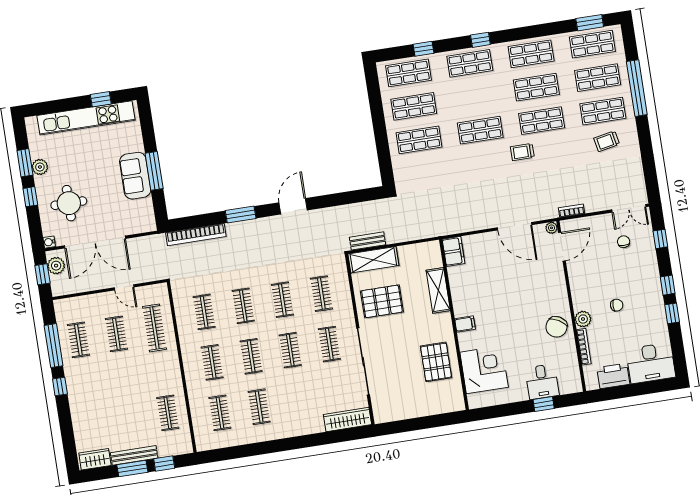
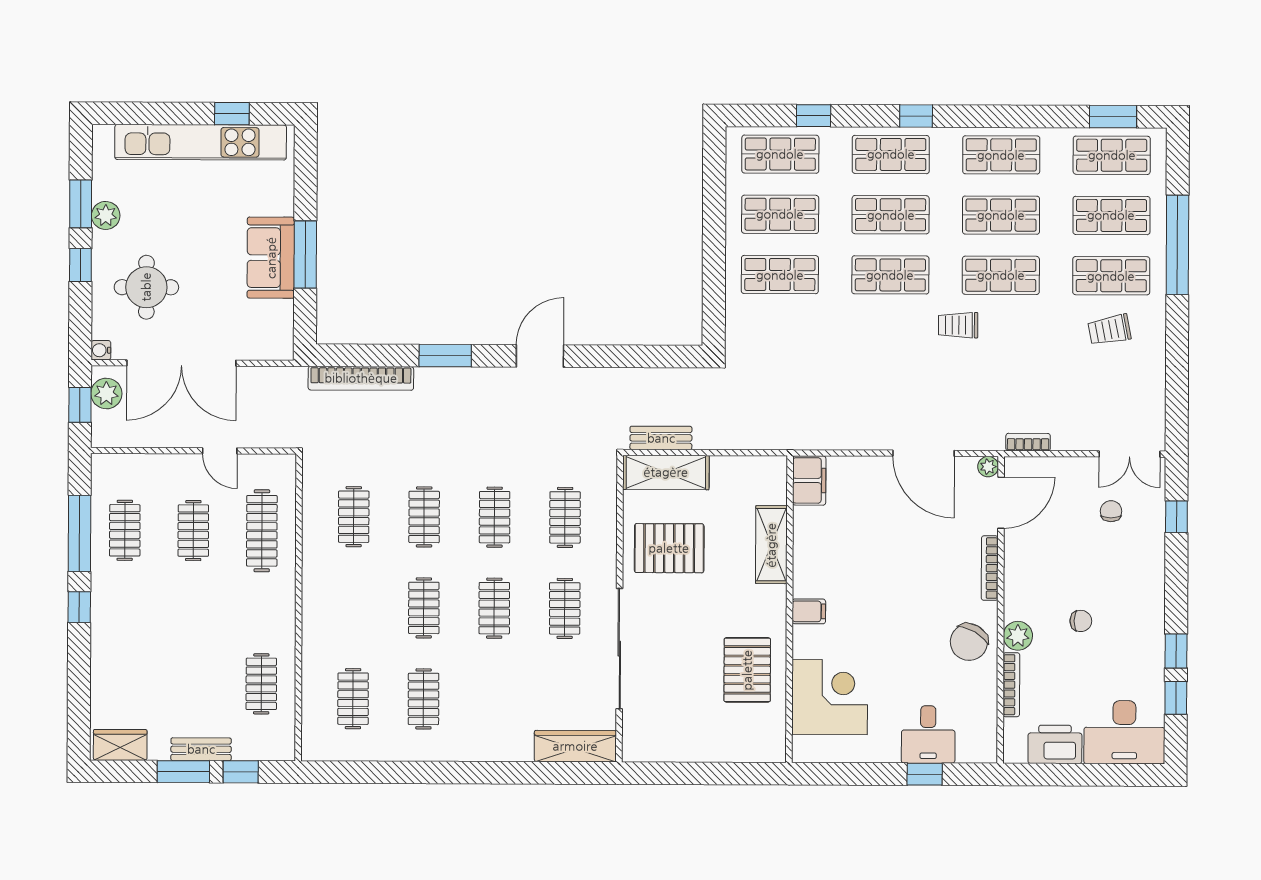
shop shelf: (475, 97) -> (891, 215), added
bookcase: (561, 284) -> (990, 568), added
window: (668, 285) -> (1176, 698), moved
clothes rail: (212, 362) -> (353, 608), removed
bench: (134, 455) -> (201, 749), width x0.73

